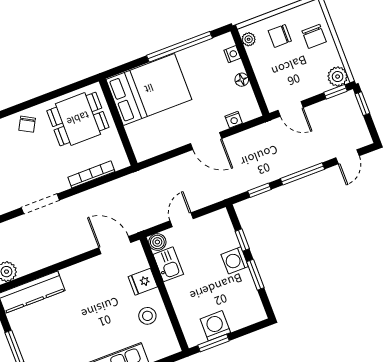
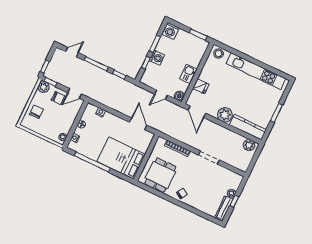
chair: (280, 36) -> (58, 98), moved
door: (291, 109) -> (75, 93), swing flipped
dining table: (78, 119) -> (160, 175), turned 90
door: (206, 141) -> (138, 124), moved
kitchen sink: (168, 264) -> (188, 74), moved
plant: (76, 278) -> (225, 115), added
stool: (147, 316) -> (218, 54), moved
washing machine: (215, 326) -> (171, 31), moved

